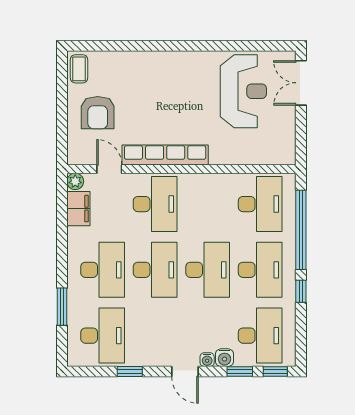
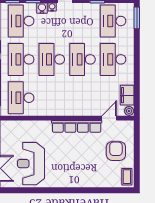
door: (109, 169) -> (109, 118), swing flipped
desk: (155, 204) -> (82, 98), removed
window: (62, 307) -> (137, 18), moved

